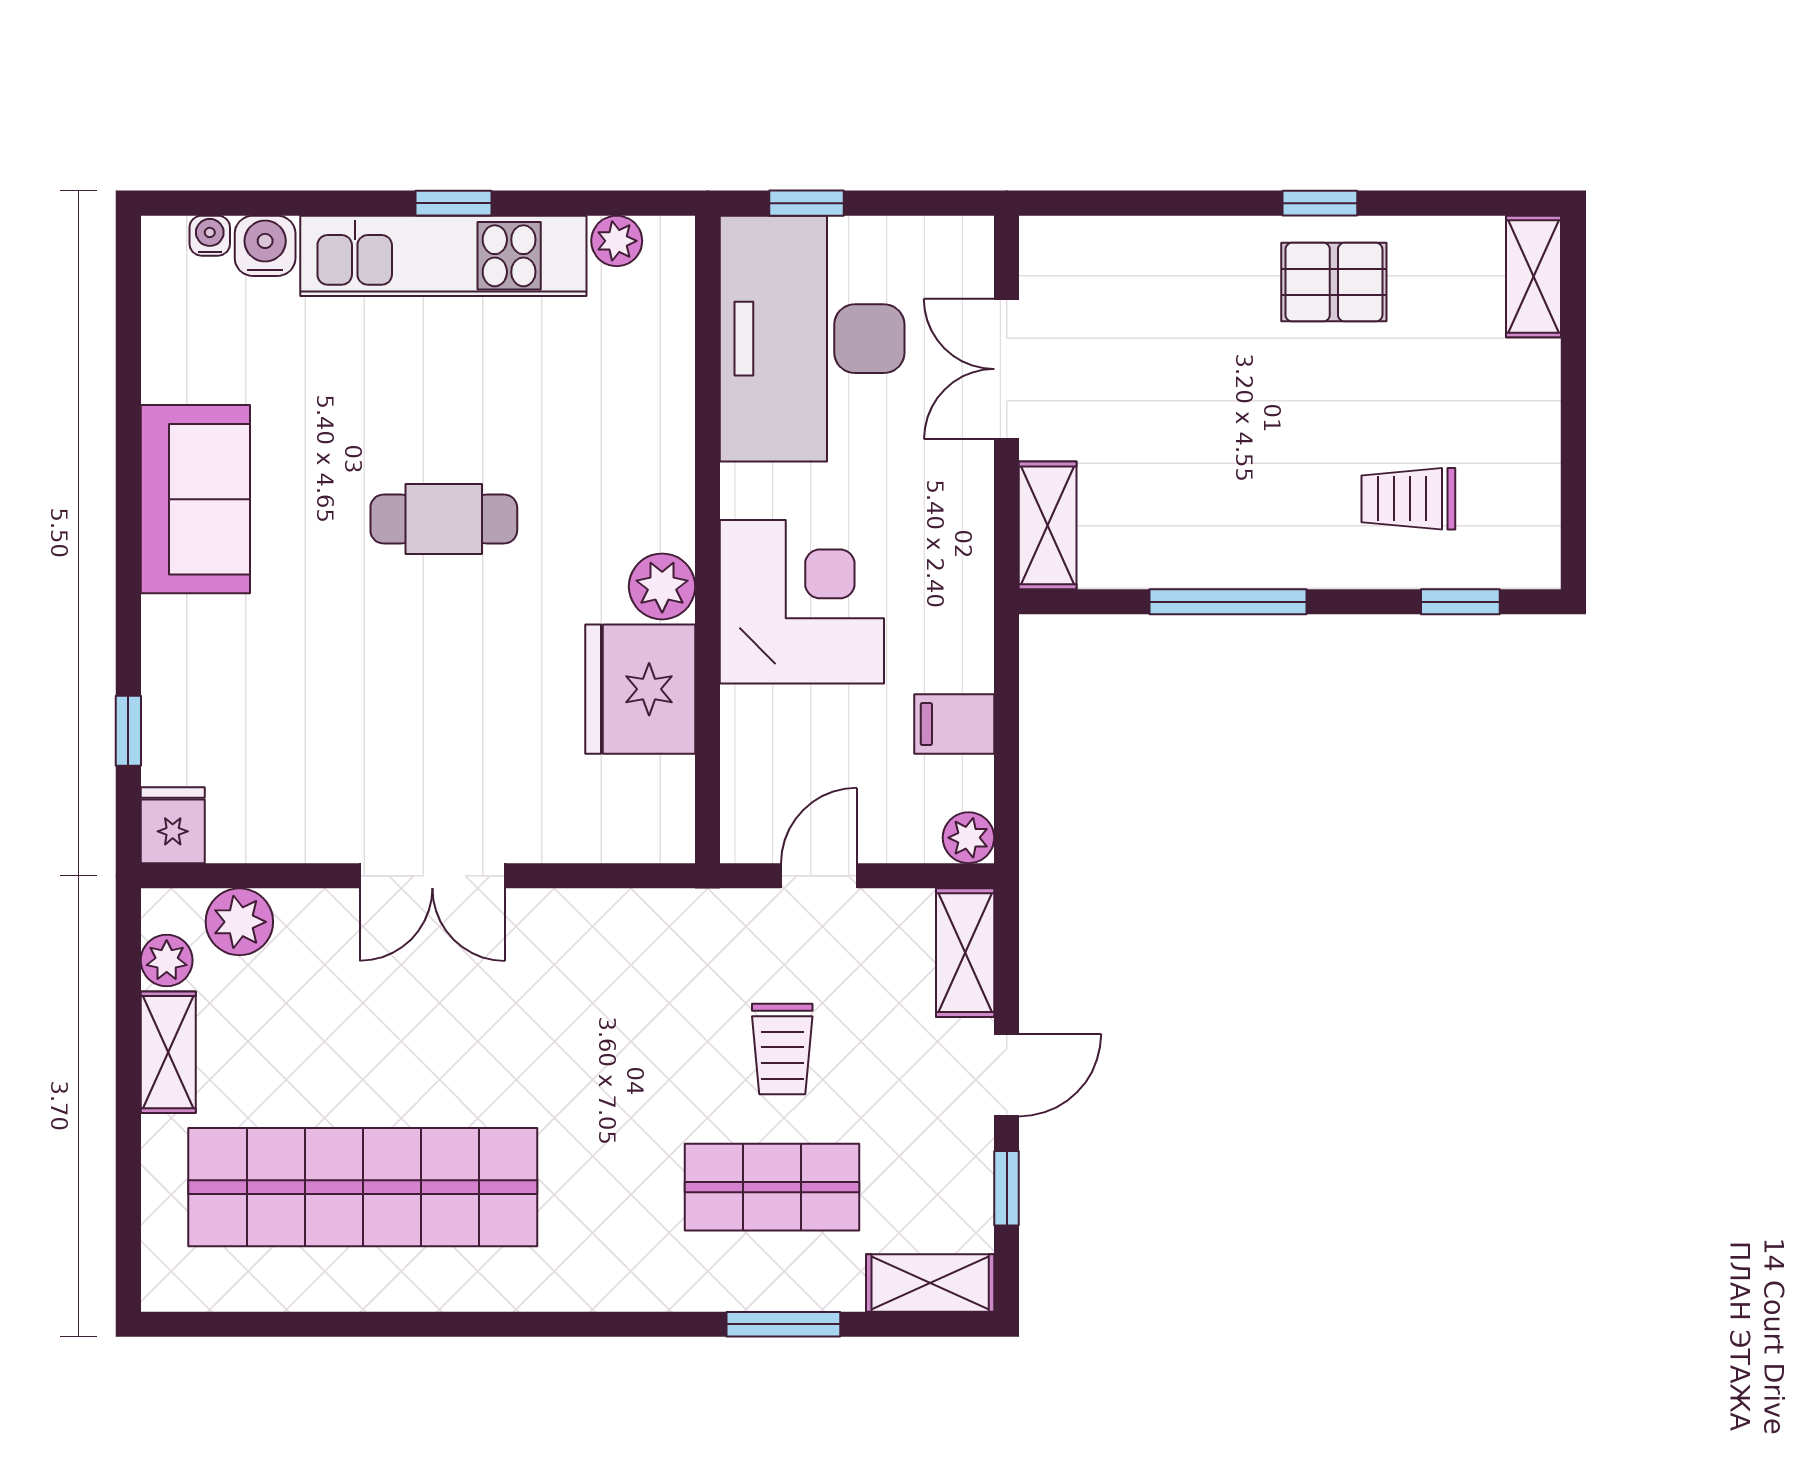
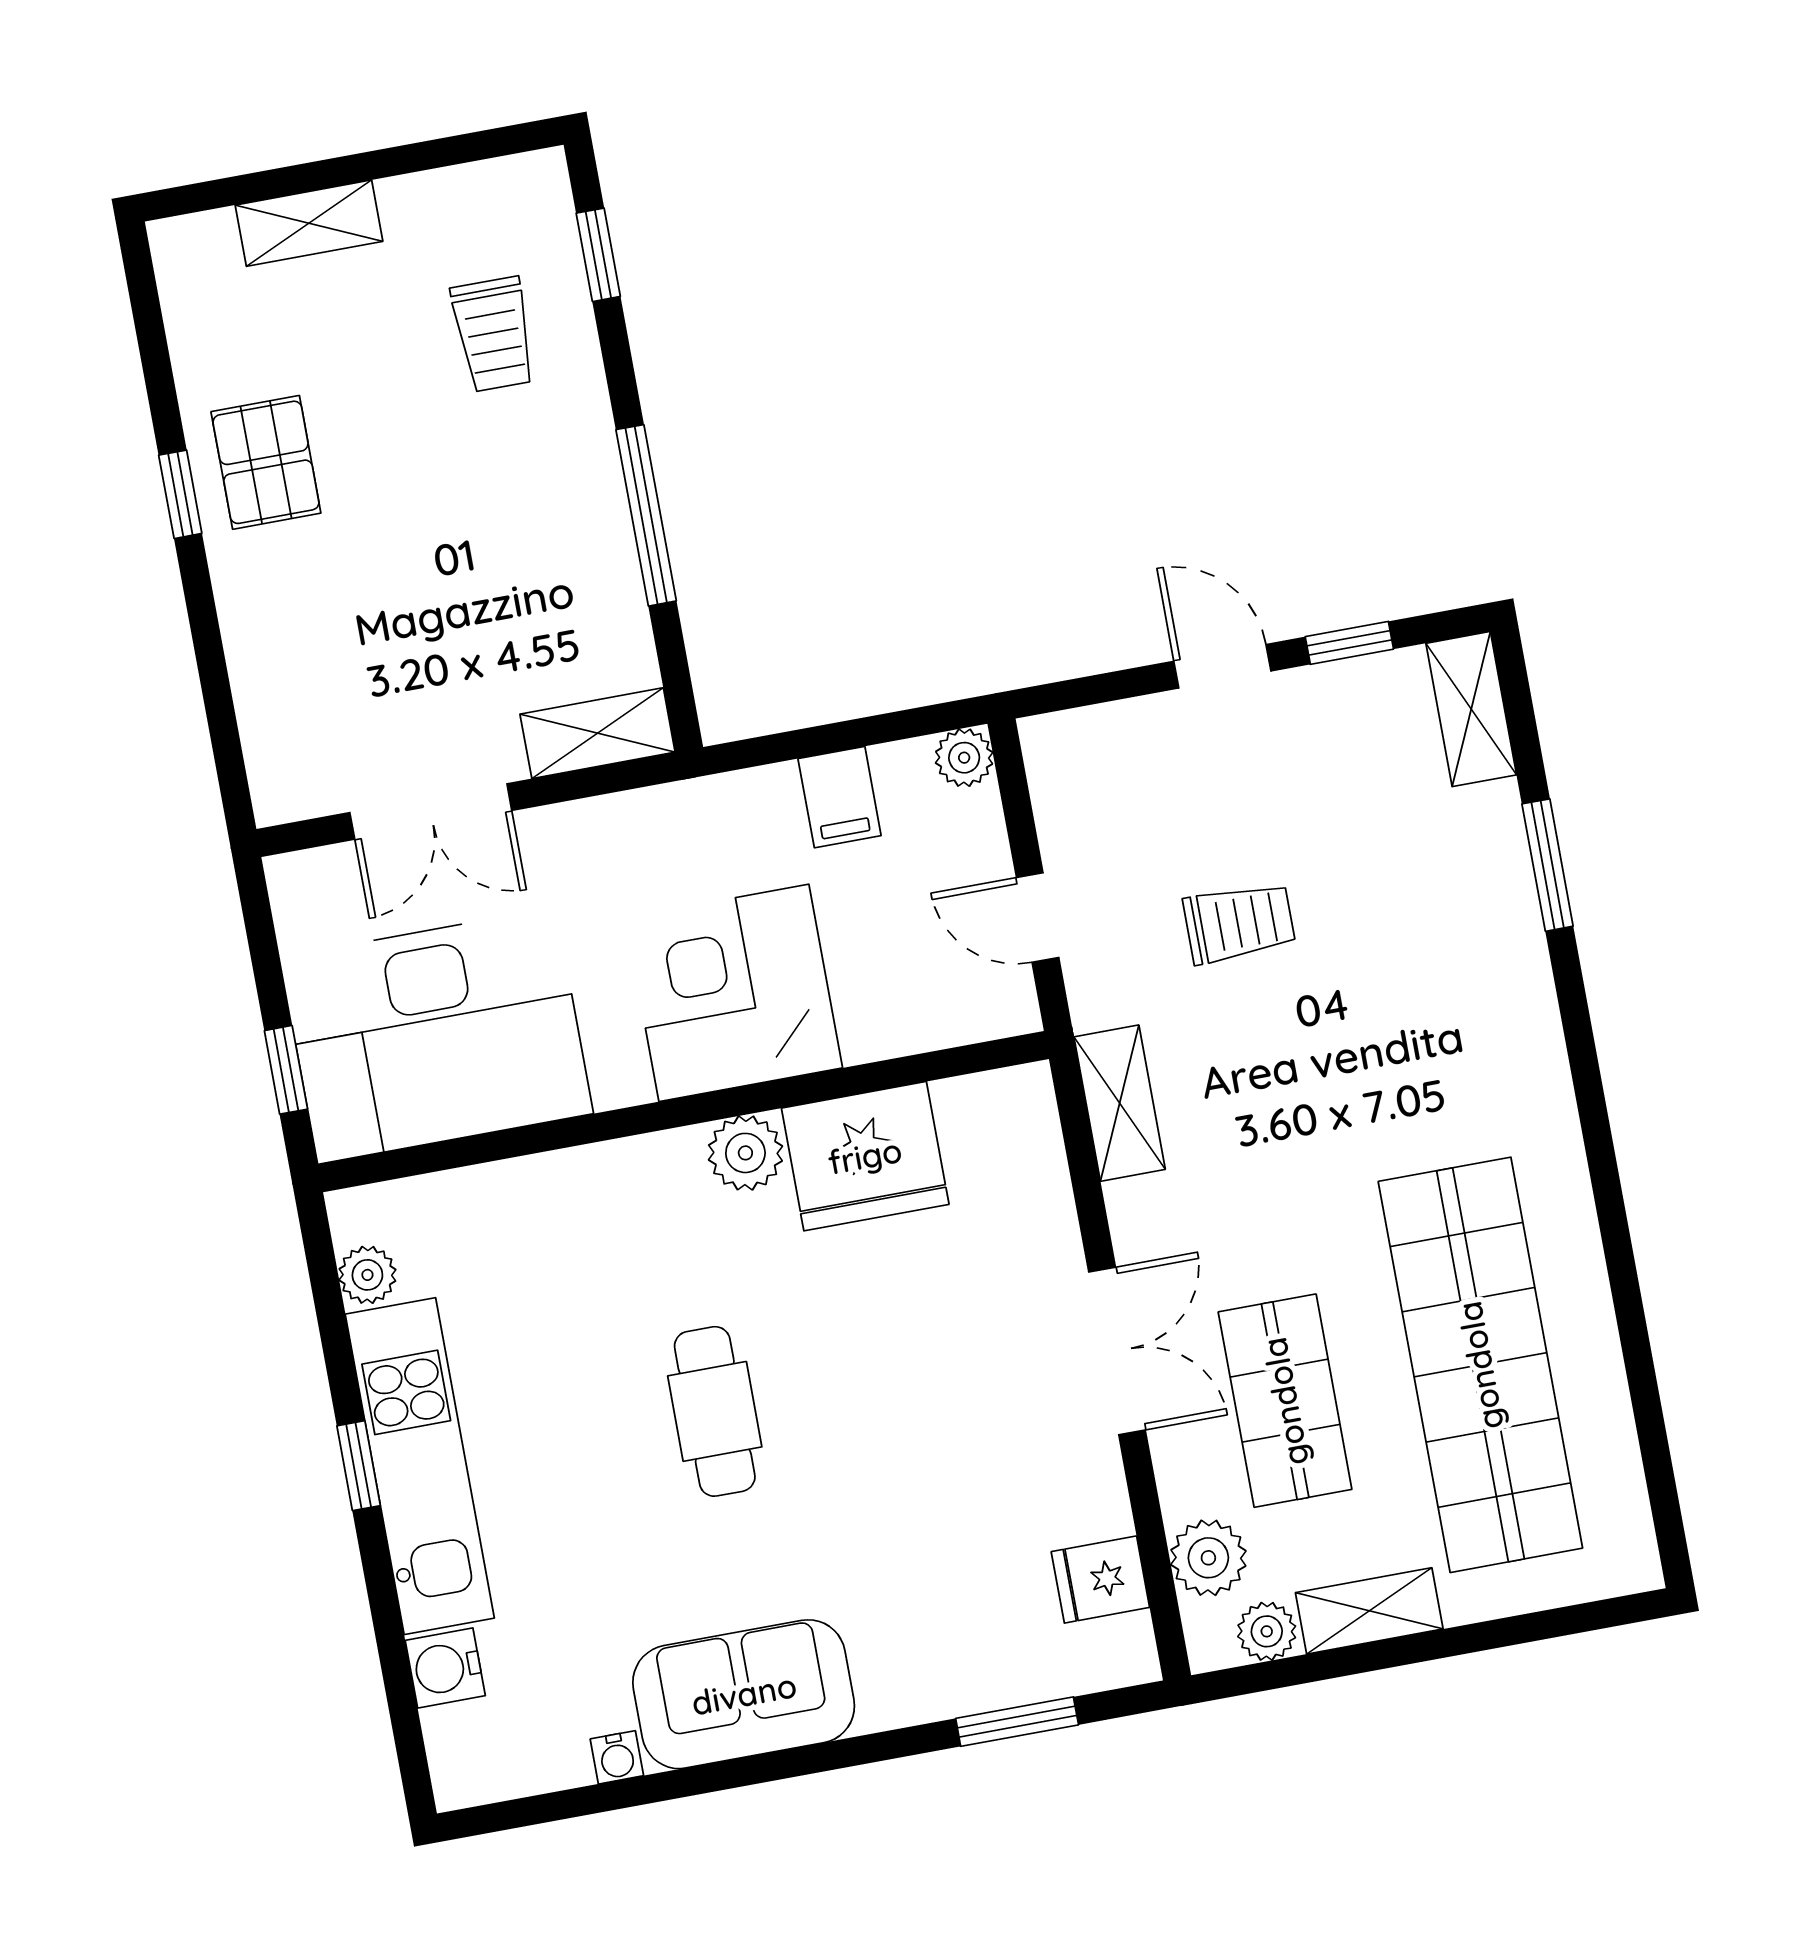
water cooler: (210, 236) -> (617, 1757), moved, turned -90
shelving: (1533, 276) -> (309, 223), moved
window: (128, 731) -> (1017, 1722), width x1.50
fridge: (173, 825) -> (1100, 1580), moved
shelving: (965, 953) -> (1120, 1103), moved, turned 90
shop shelf: (772, 1187) -> (1285, 1401), moved

